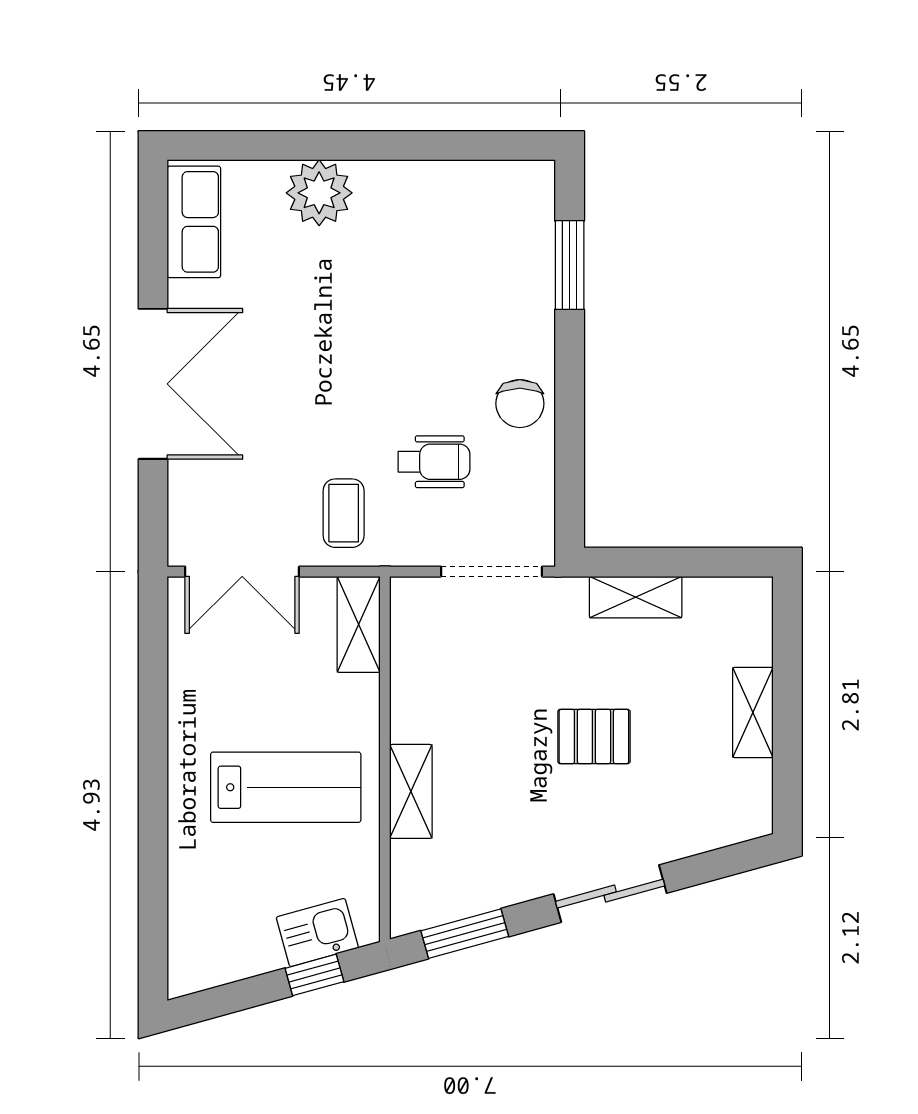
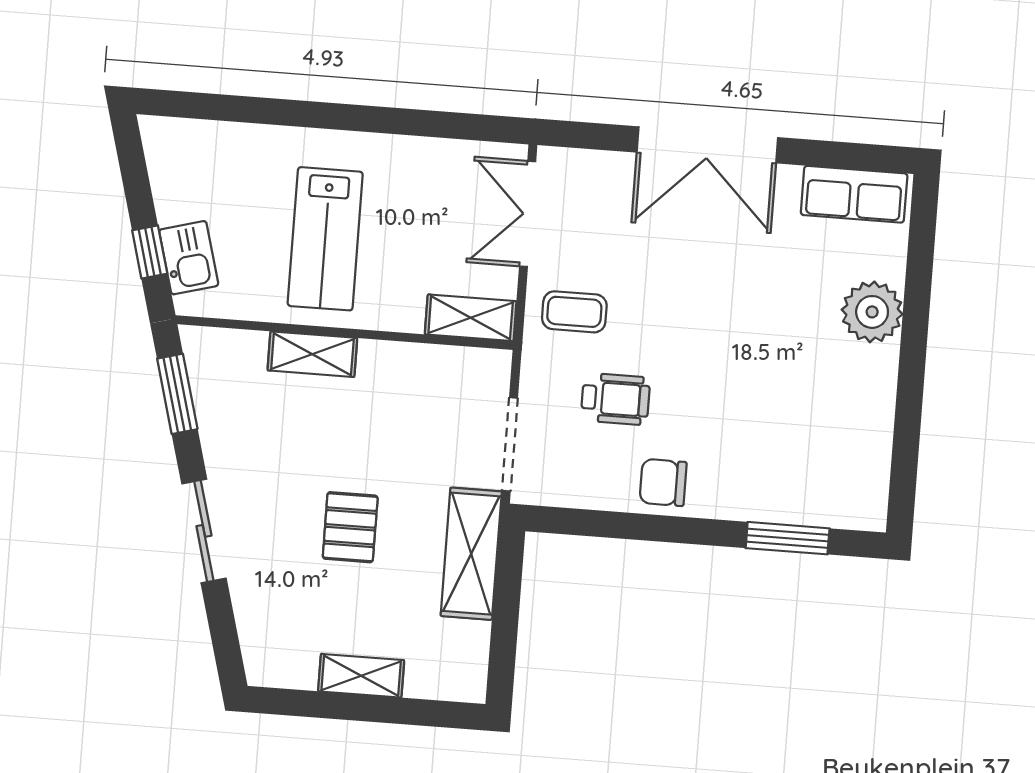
wheelchair: (434, 462) -> (615, 399), turned -90
shelving: (636, 597) -> (471, 554), width x1.50, depth x1.33

